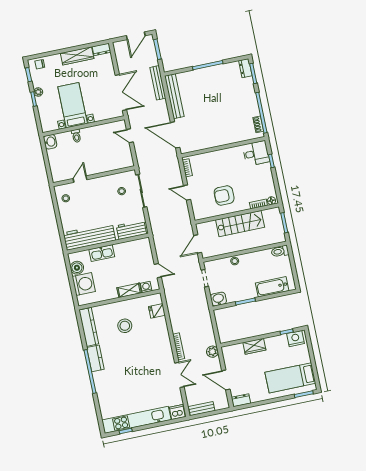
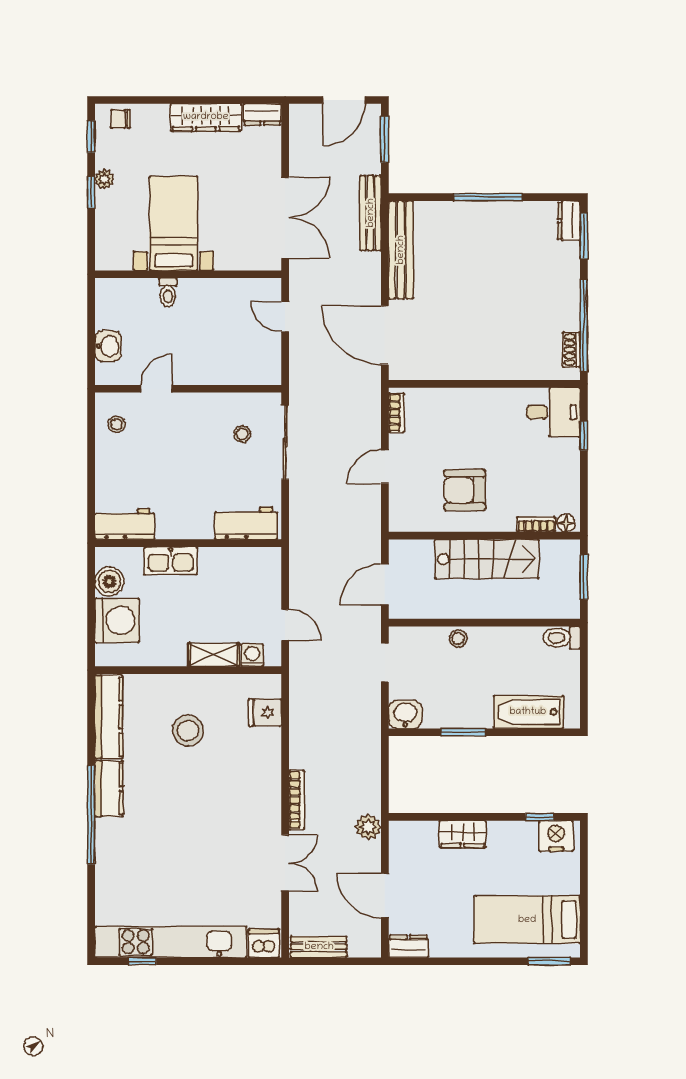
washbasin: (50, 142) -> (108, 346), moved
door: (187, 193) -> (385, 467), hinge flipped
workbench: (89, 237) -> (125, 524), width x0.53, depth x0.76

